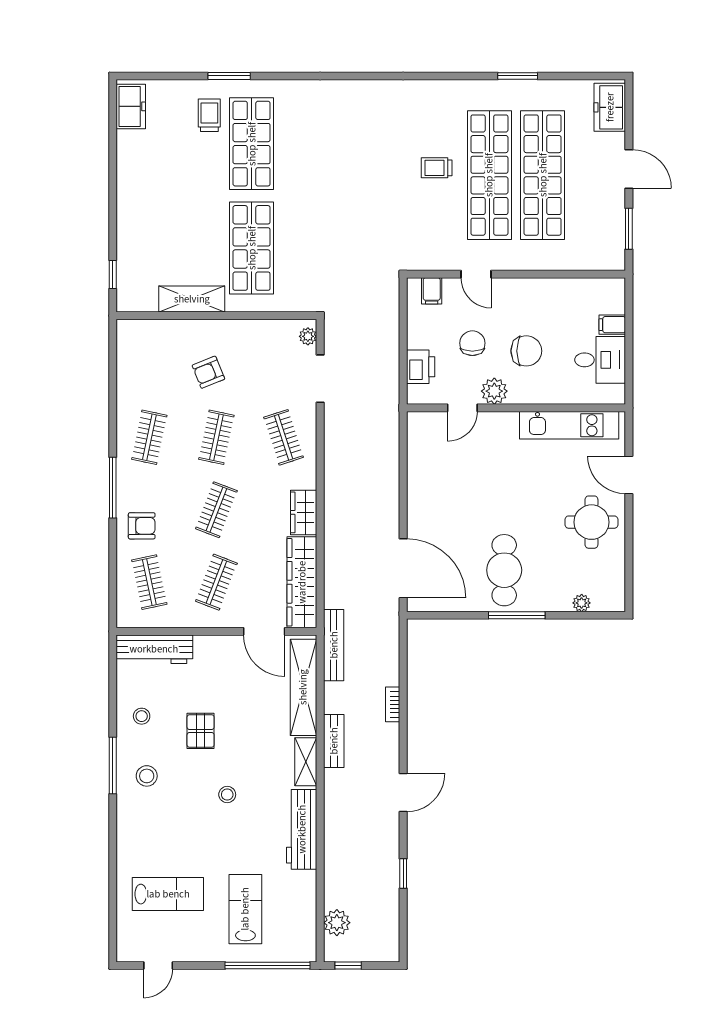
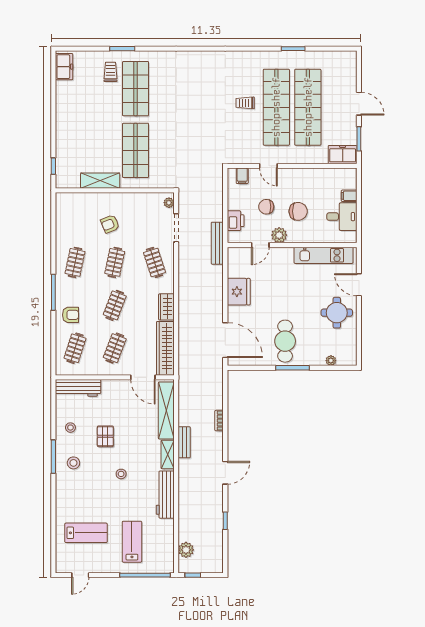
freezer: (610, 107) -> (343, 155), moved, turned 90
chair: (472, 343) -> (266, 207), turned -90
fridge: (426, 487) -> (239, 292), added
clothes rail: (149, 582) -> (75, 348), turned 30
bench: (334, 645) -> (217, 243), moved

